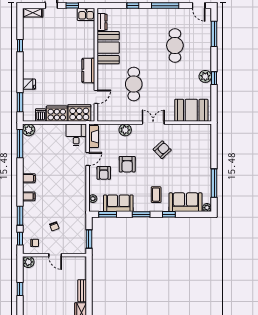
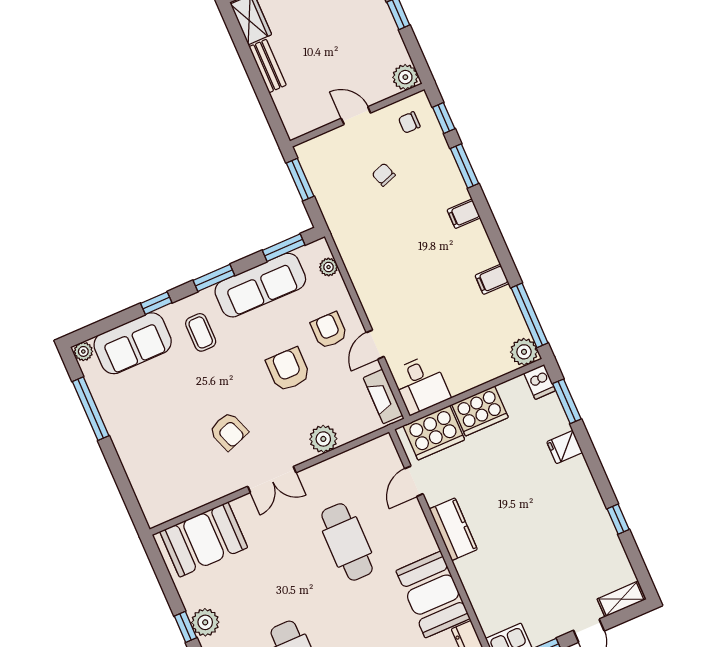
dishwasher: (41, 115) -> (540, 382), moved
armchair: (162, 150) -> (229, 431), turned -67
filing cabinet: (29, 178) -> (492, 279), moved
sofa: (118, 203) -> (260, 285), width x1.36

